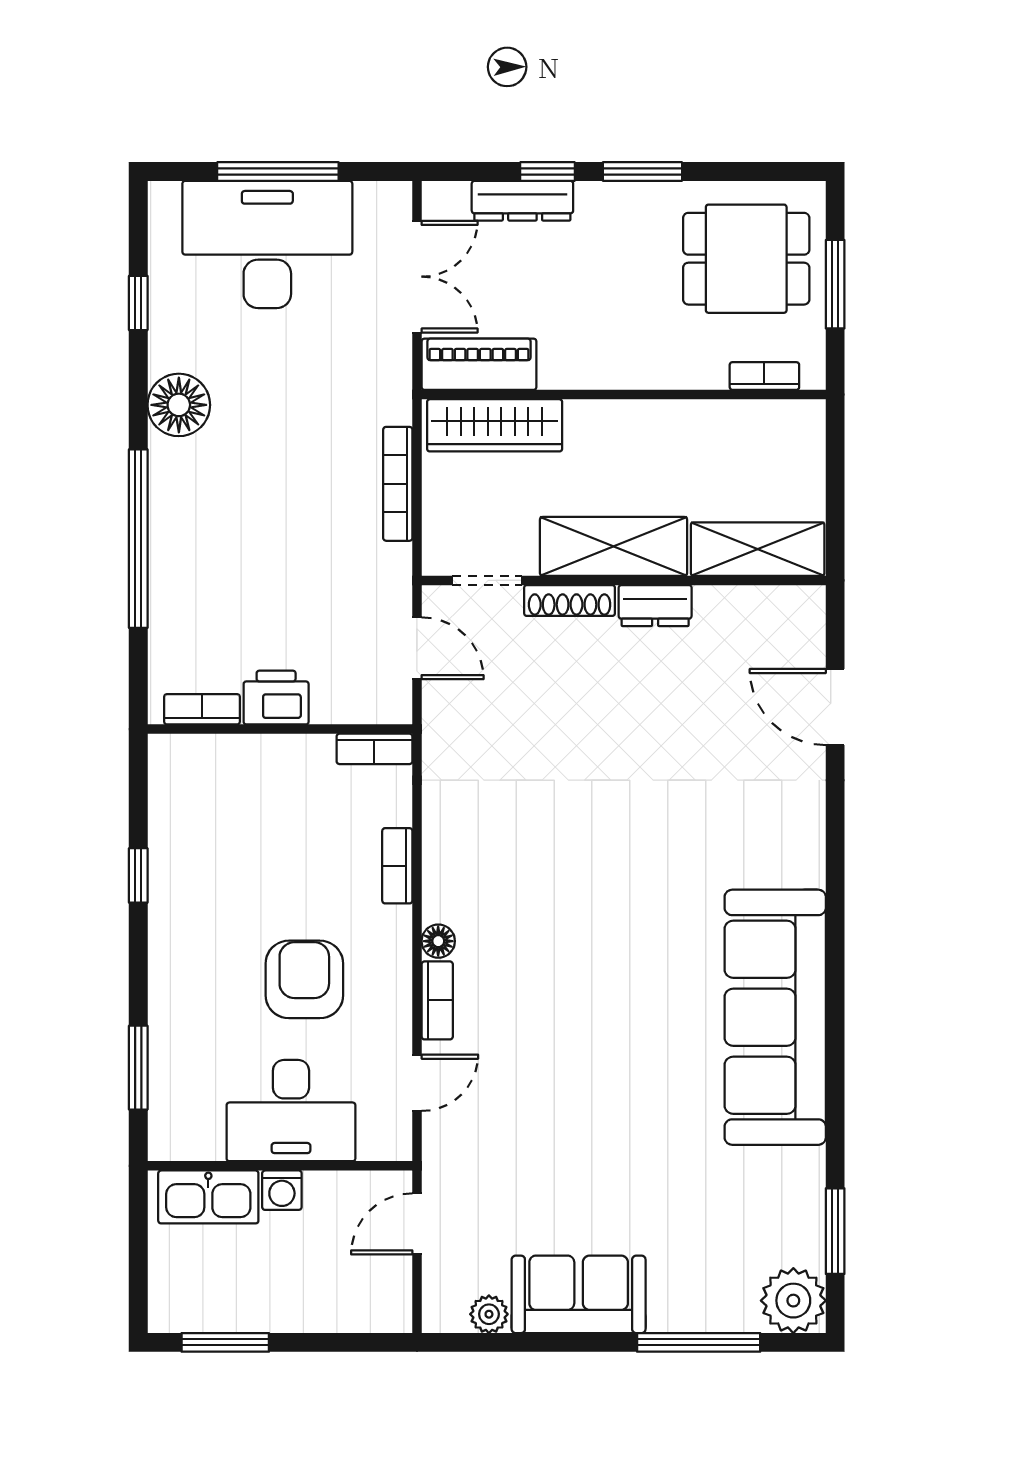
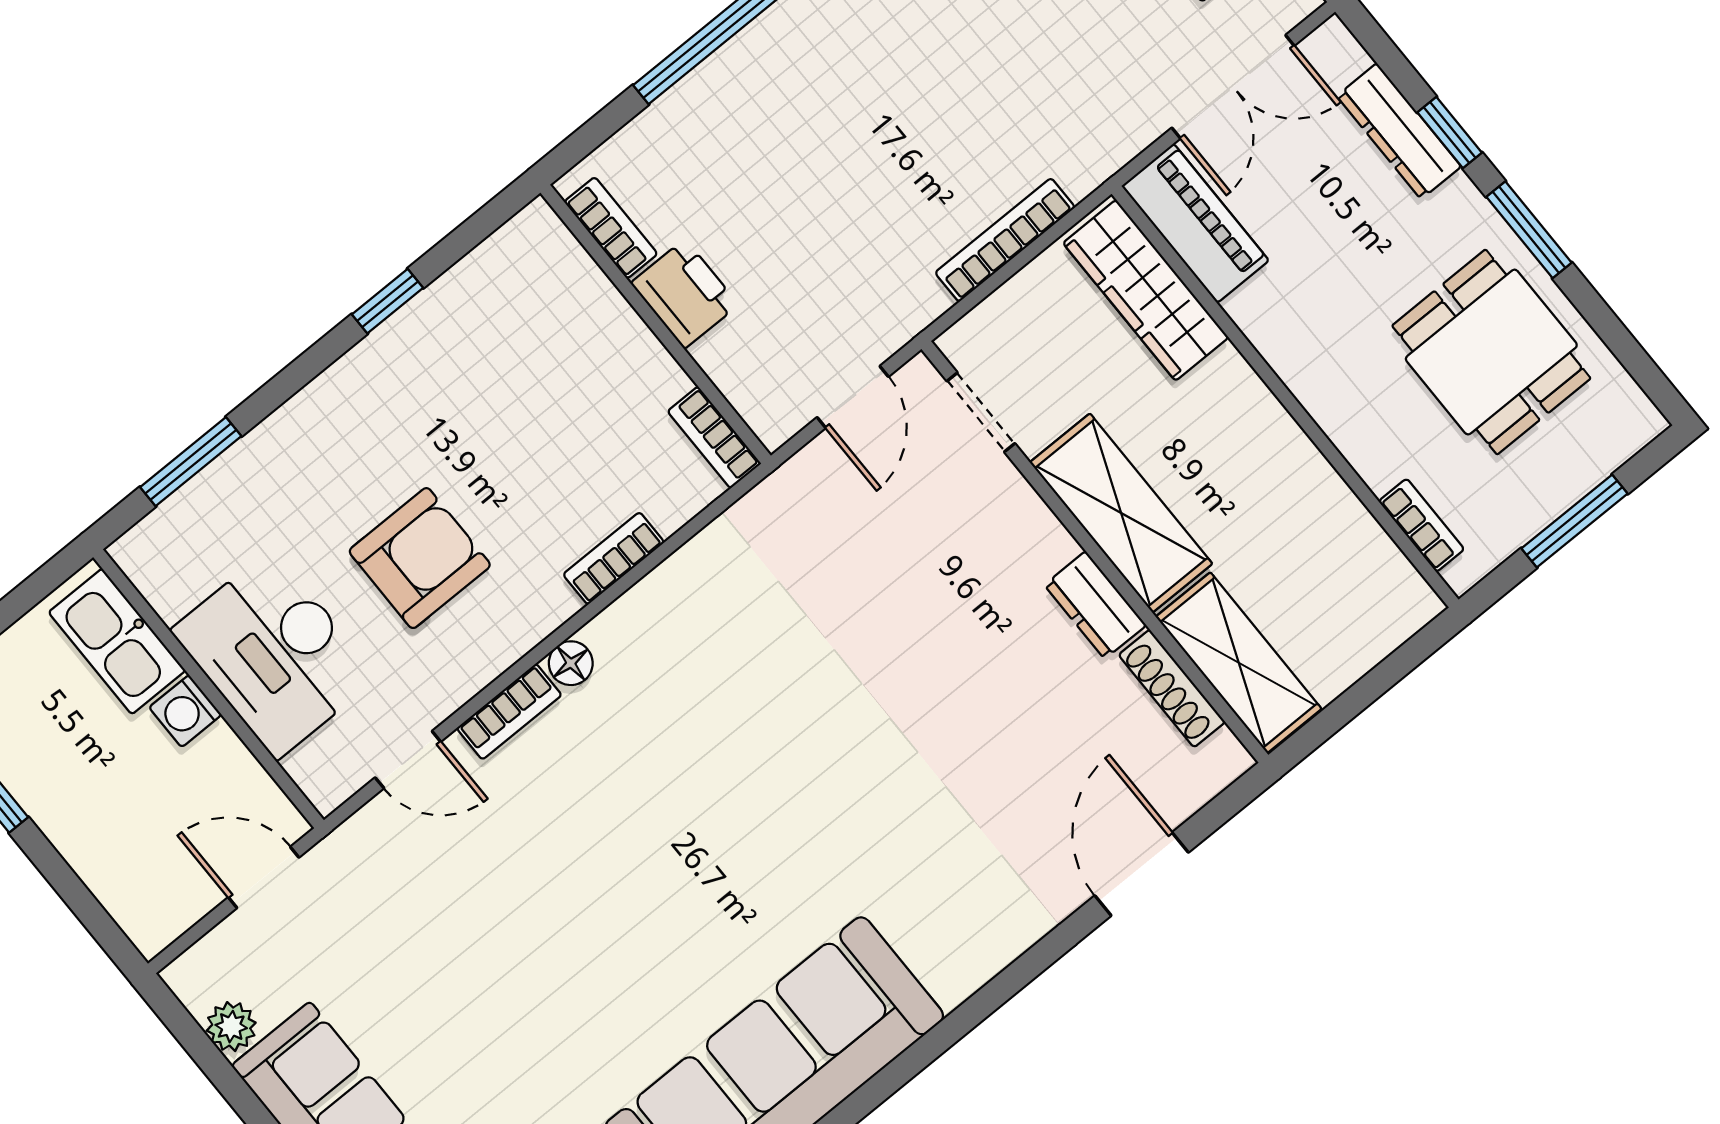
dining table: (746, 259) -> (1491, 352), moved
shoe rack: (570, 600) -> (1172, 688), moved

